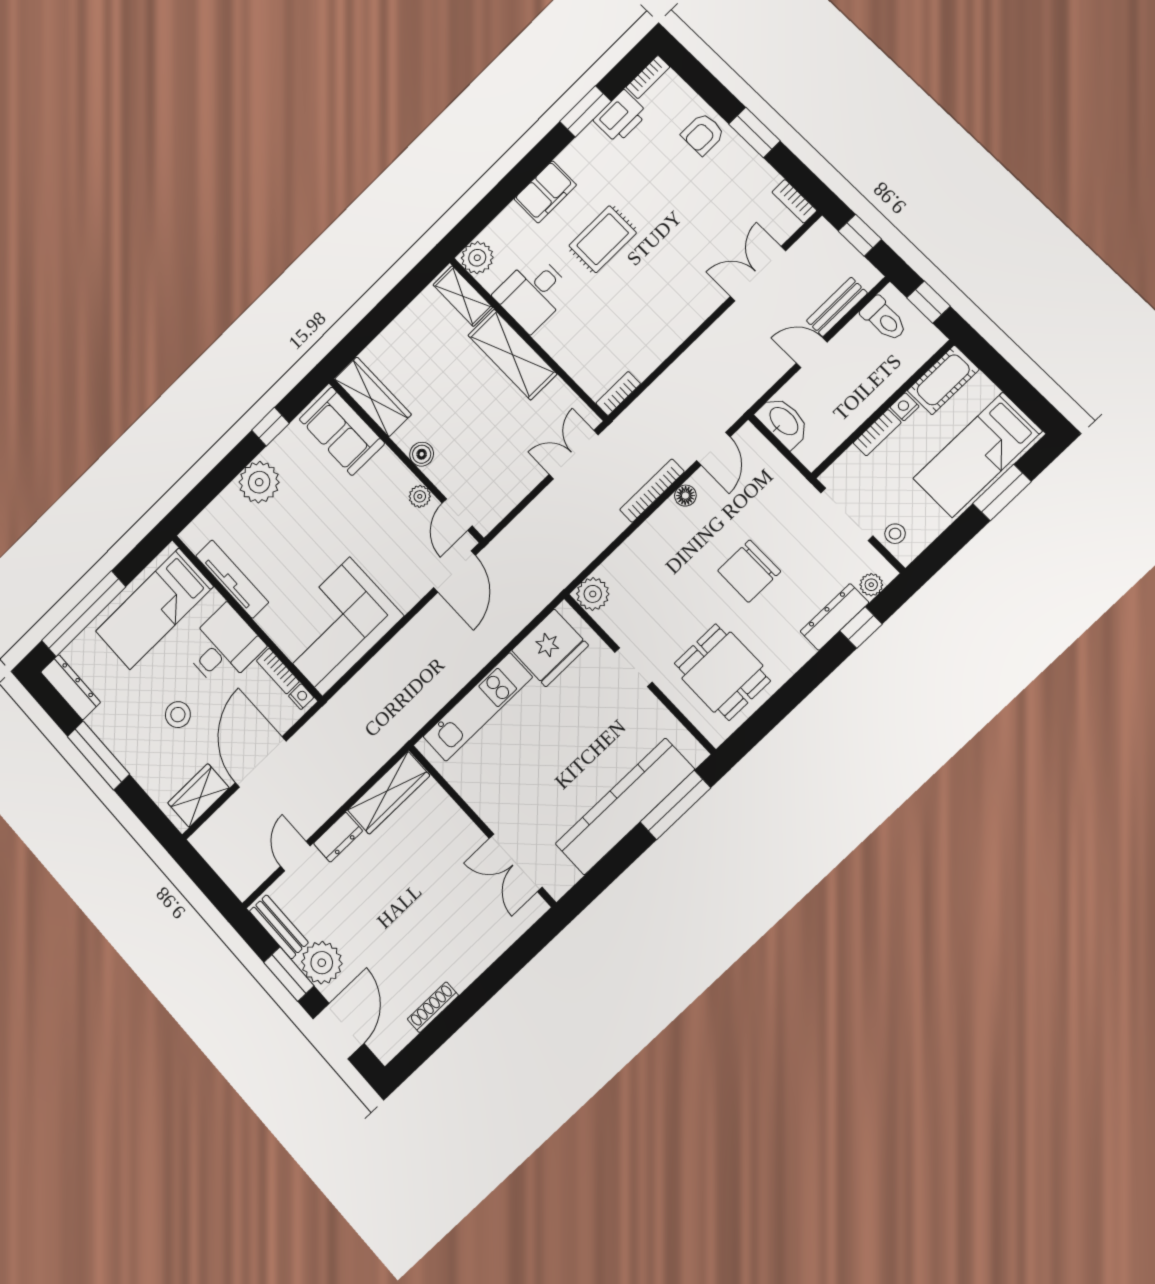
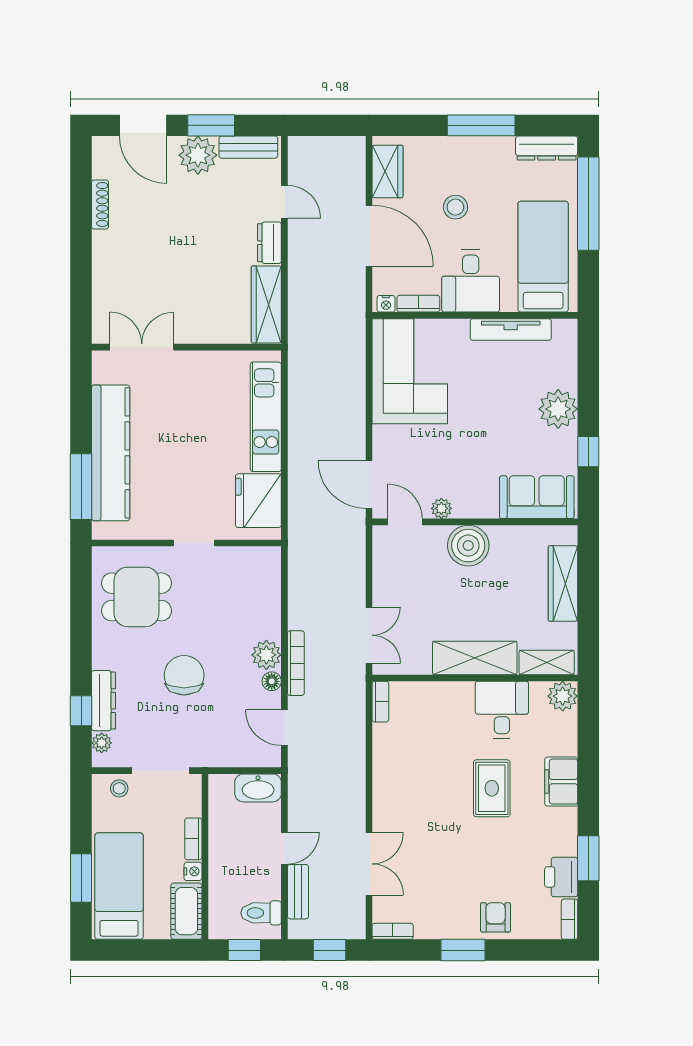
wardrobe: (373, 397) -> (563, 584), moved, turned 90
boiler: (422, 454) -> (468, 546), width x1.86, depth x1.86
plant: (593, 594) -> (266, 655), moved

